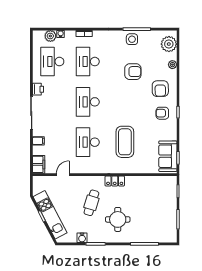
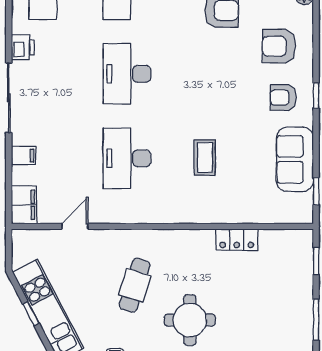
armchair: (160, 89) -> (279, 46), turned 91
coffee table: (125, 142) -> (205, 158), width x0.54, depth x0.58
sofa: (168, 156) -> (295, 159), moved
locker: (115, 181) -> (237, 240), moved

